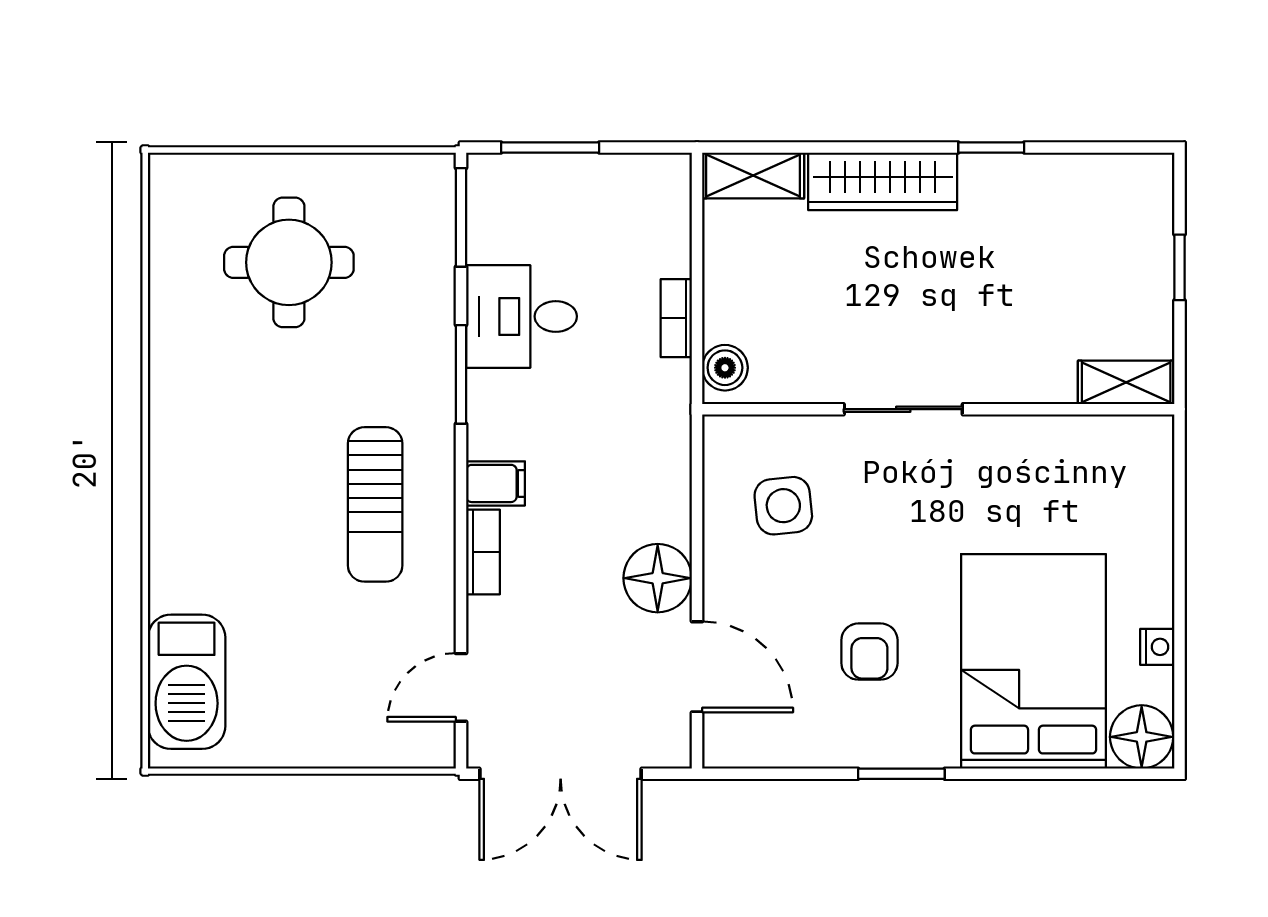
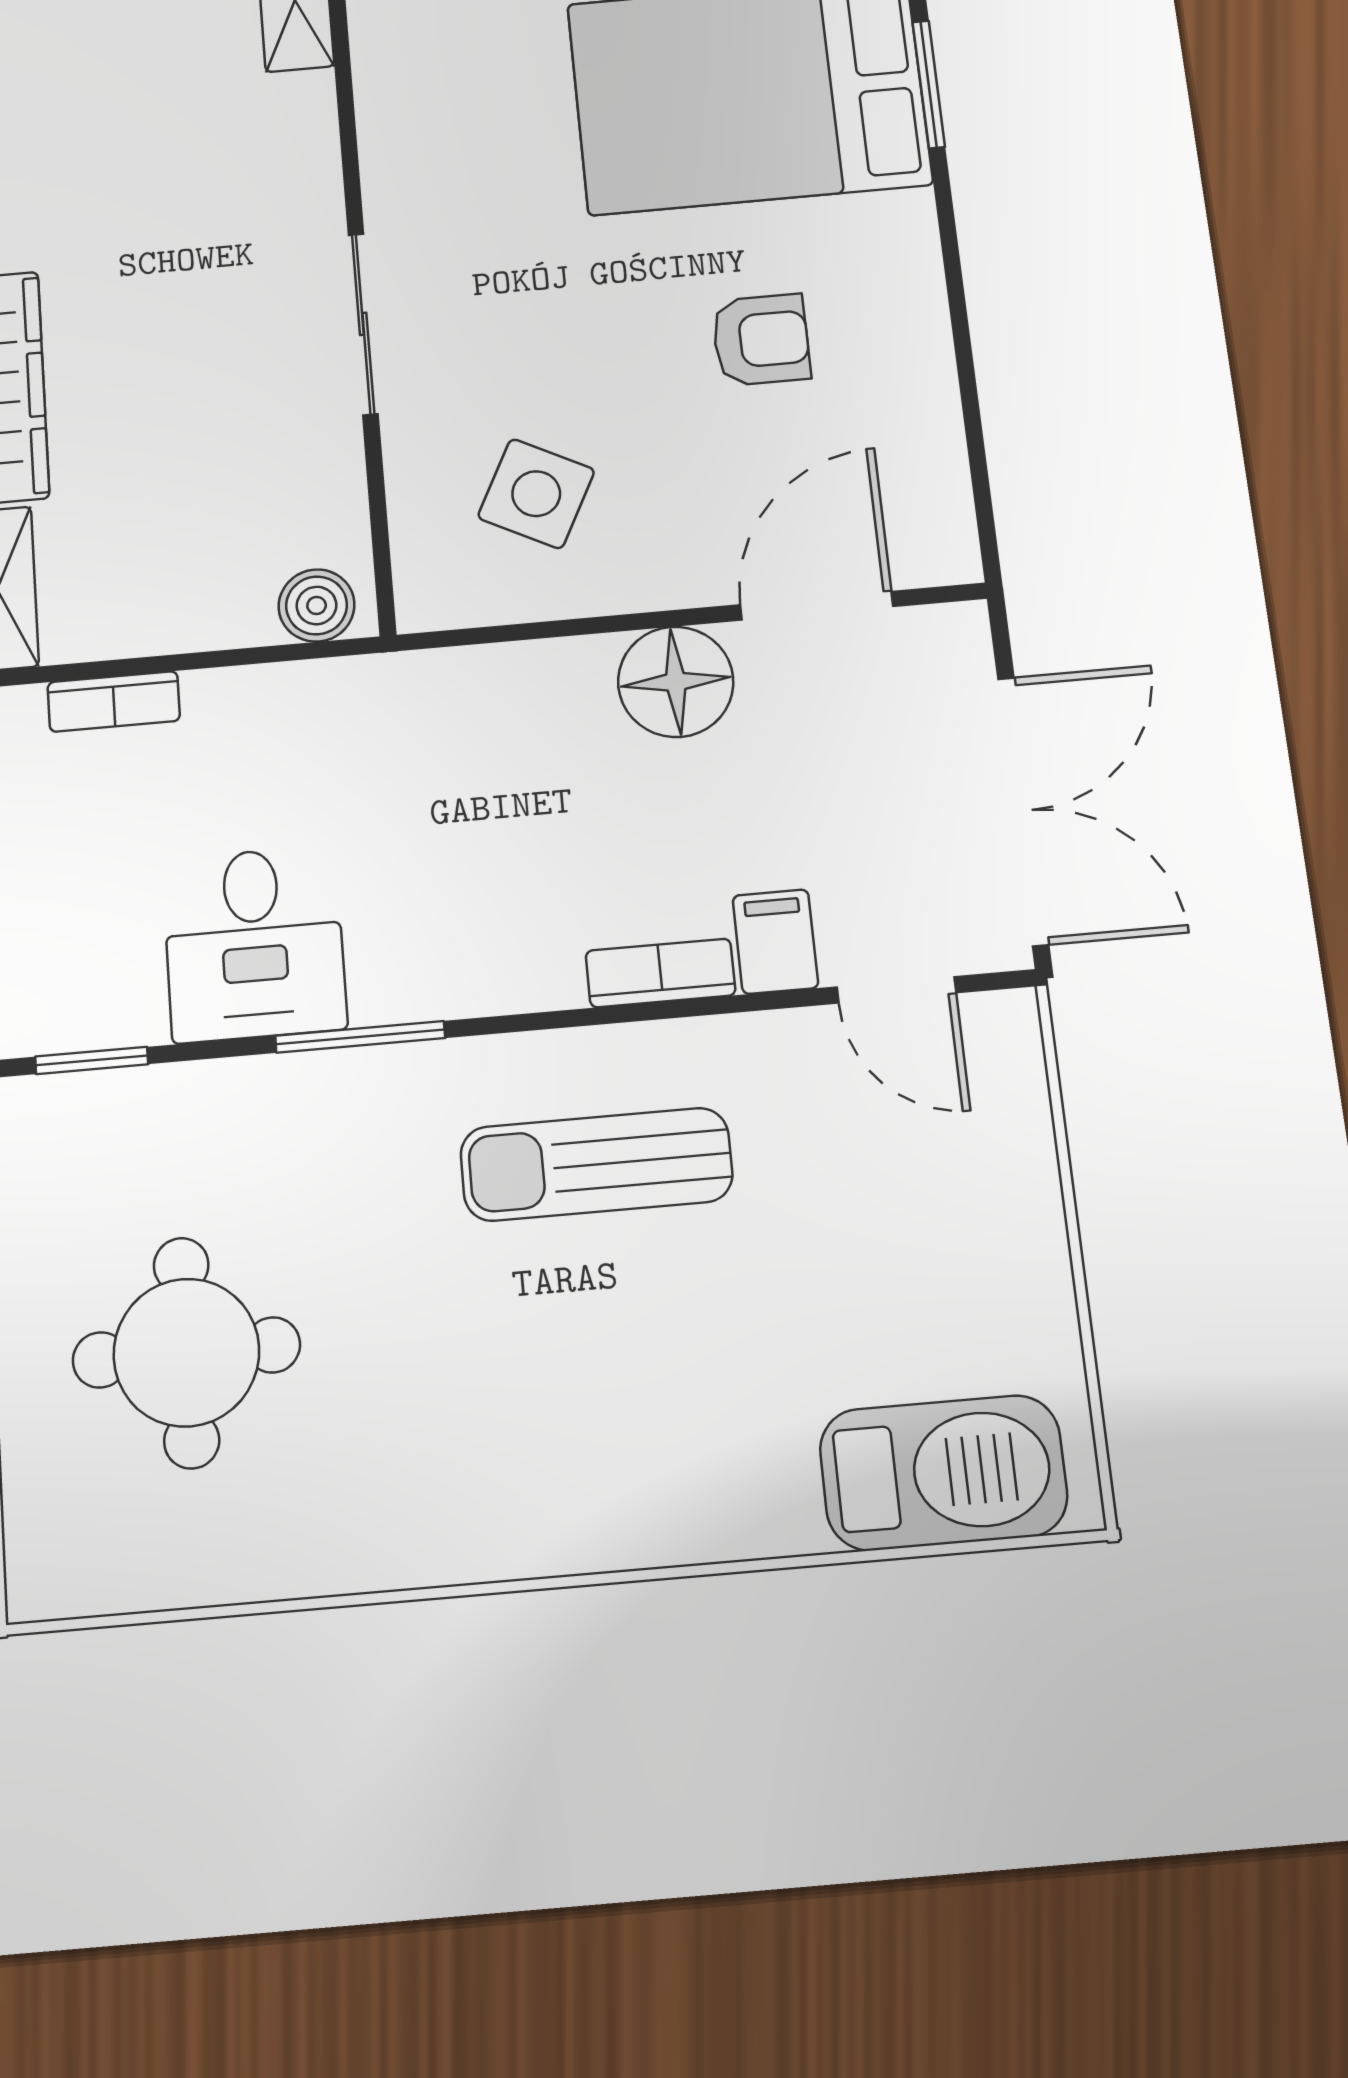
window: (461, 217) -> (92, 1060), width x0.67
bookcase: (676, 318) -> (114, 702), moved
filing cabinet: (495, 483) -> (775, 942), moved
sun lounger: (375, 504) -> (596, 1164), turned 180
side table: (783, 506) -> (536, 494), turned 33
window: (901, 774) -> (929, 84), moved

